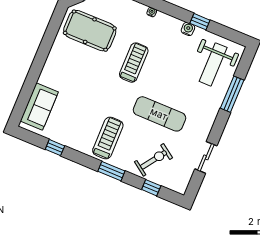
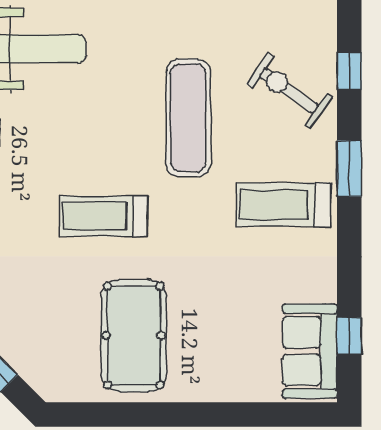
pool table: (90, 31) -> (134, 336), moved
sofa: (39, 106) -> (310, 351), moved, turned -90
window: (55, 148) -> (349, 336), moved

